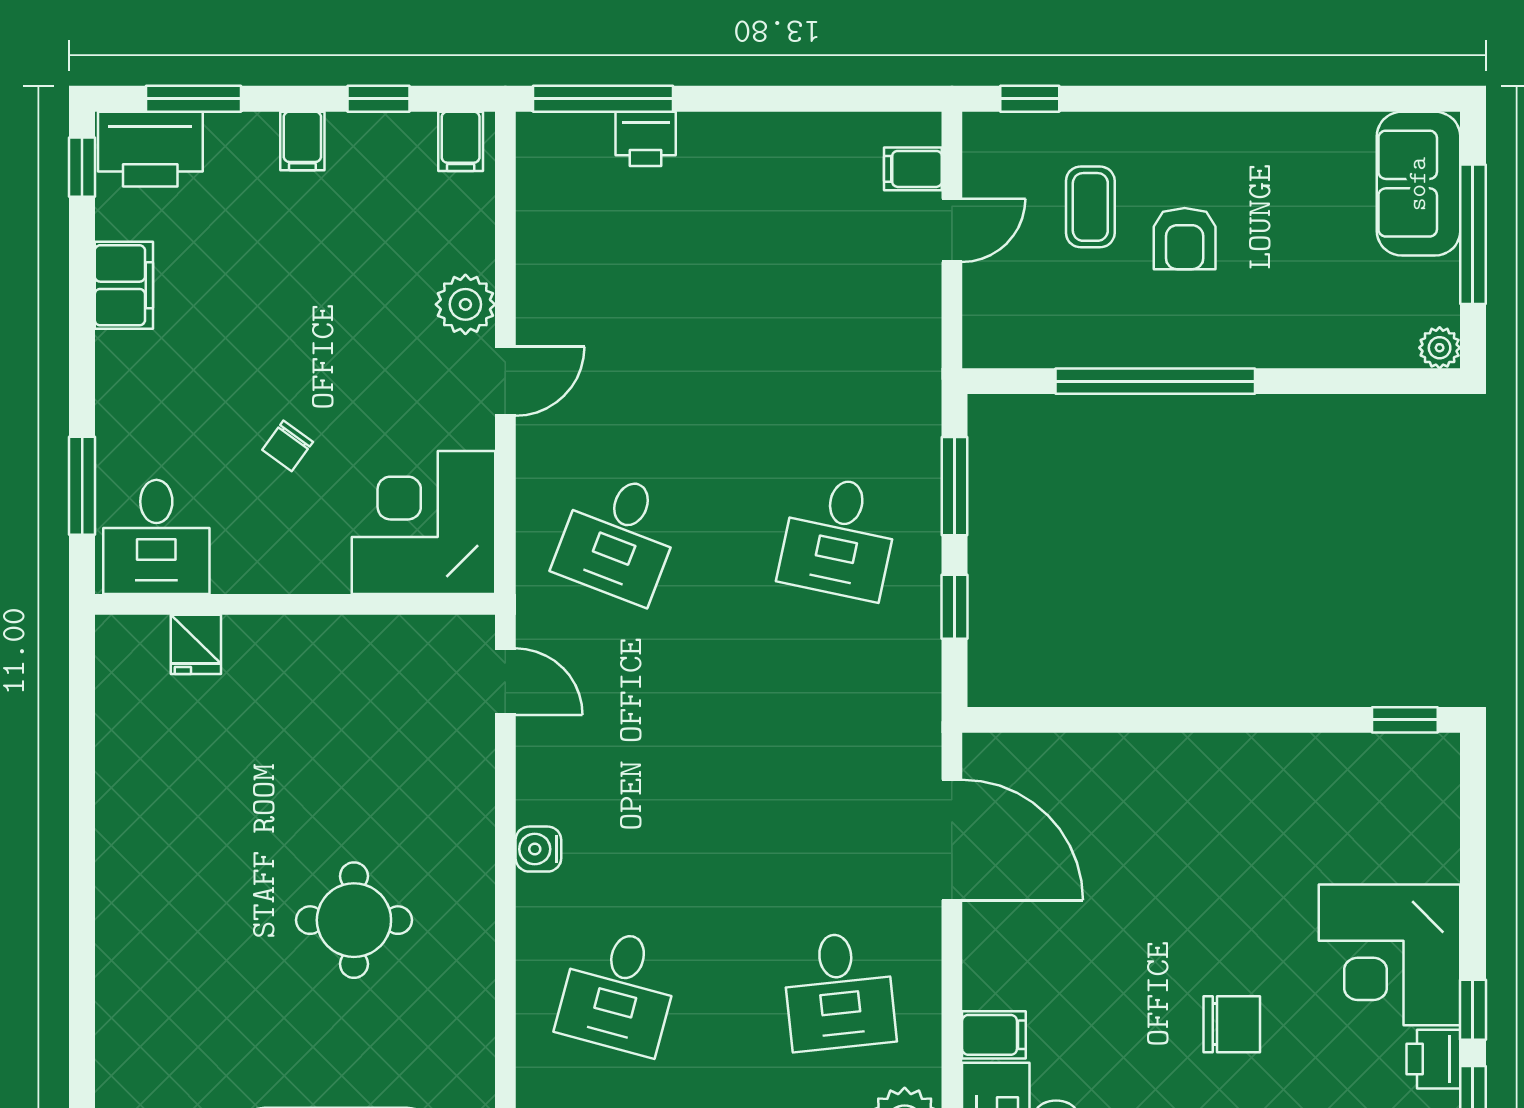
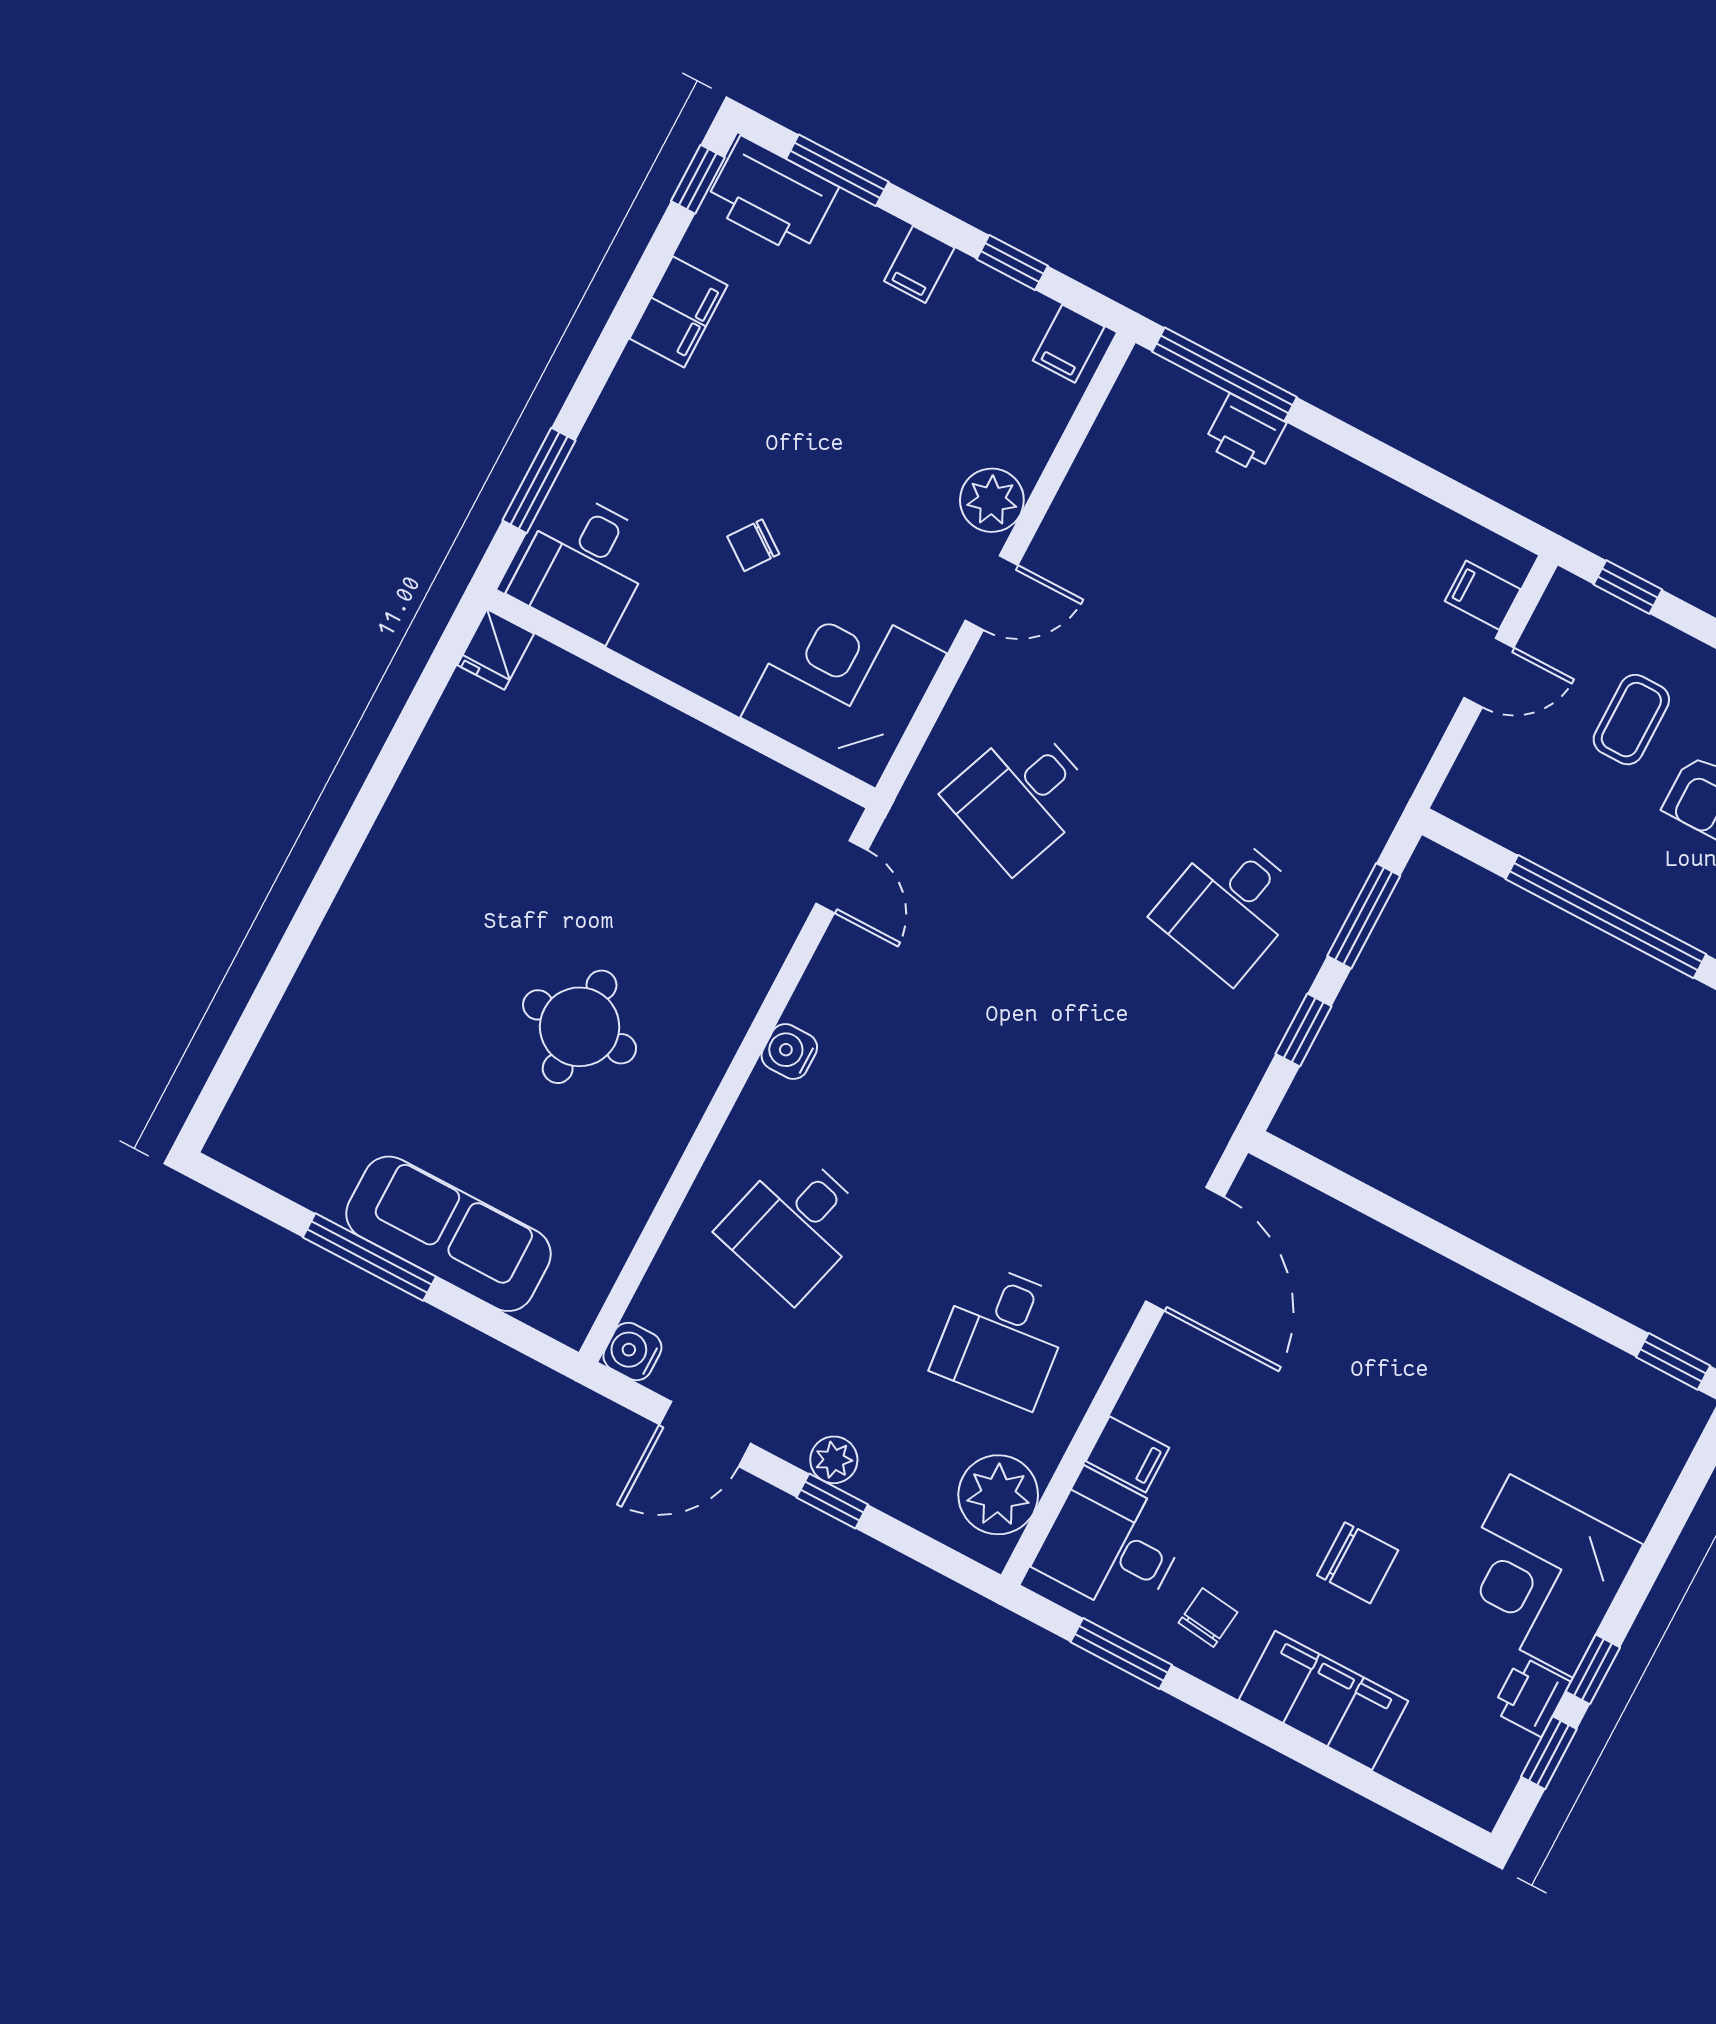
fridge: (196, 644) -> (496, 649), moved

